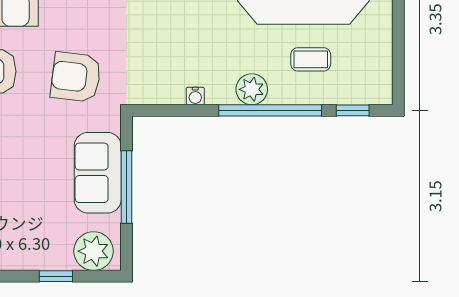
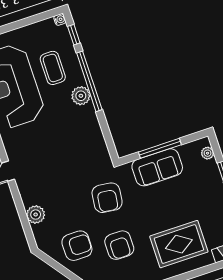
coffee table: (311, 59) -> (53, 68), width x1.36, depth x1.30
water cooler: (195, 96) -> (60, 20), moved
plant: (94, 251) -> (208, 153), width x0.53, depth x0.53

